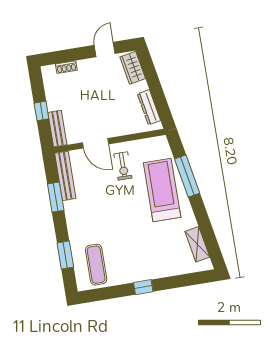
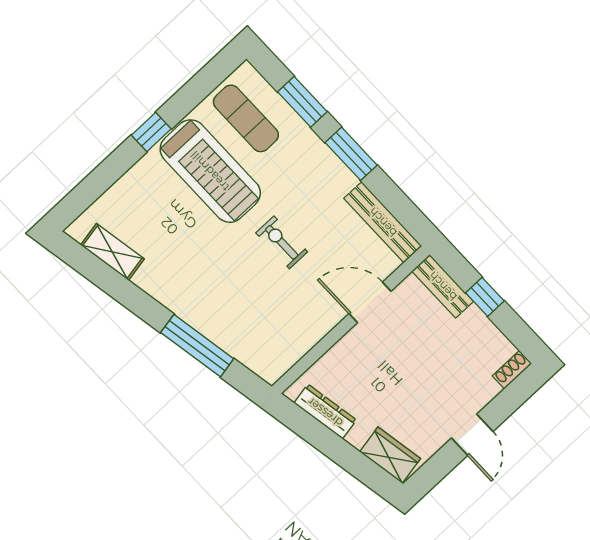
door: (105, 49) -> (472, 435), moved
shoe rack: (66, 67) -> (512, 370), moved
exercise bike: (123, 166) -> (282, 242), moved
treadmill: (162, 190) -> (210, 171), moved
window: (56, 197) -> (351, 154), moved

